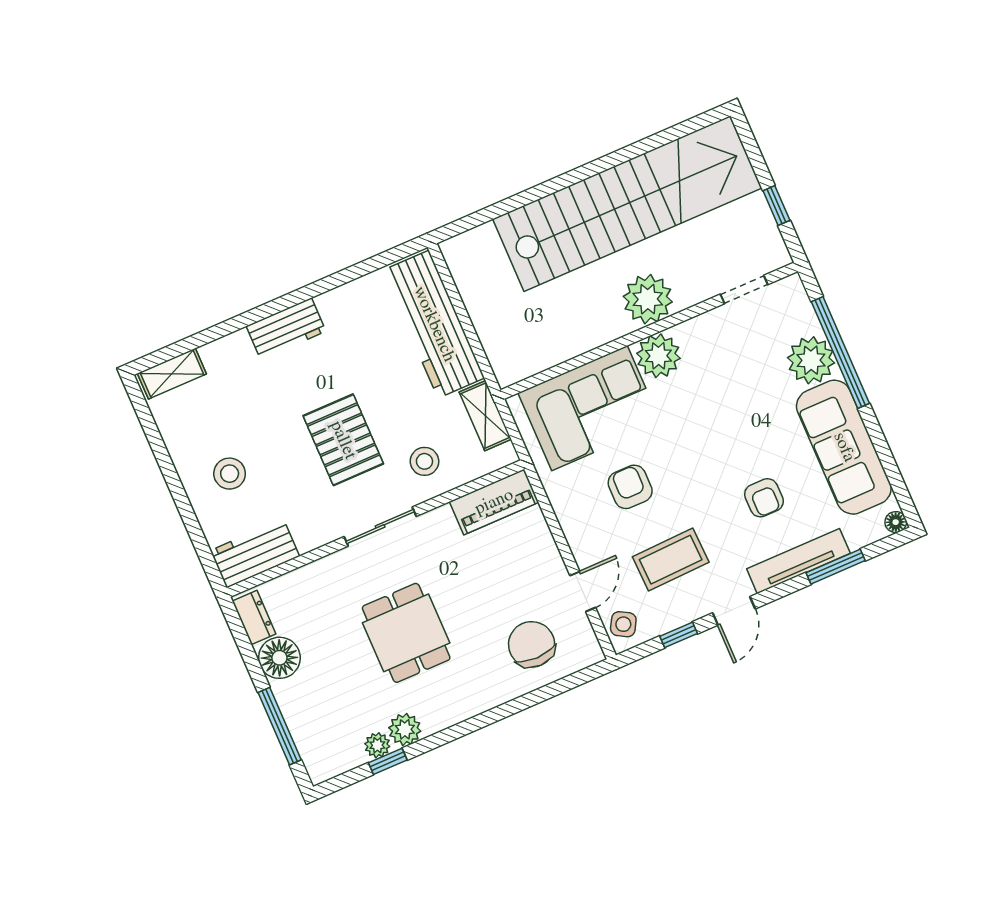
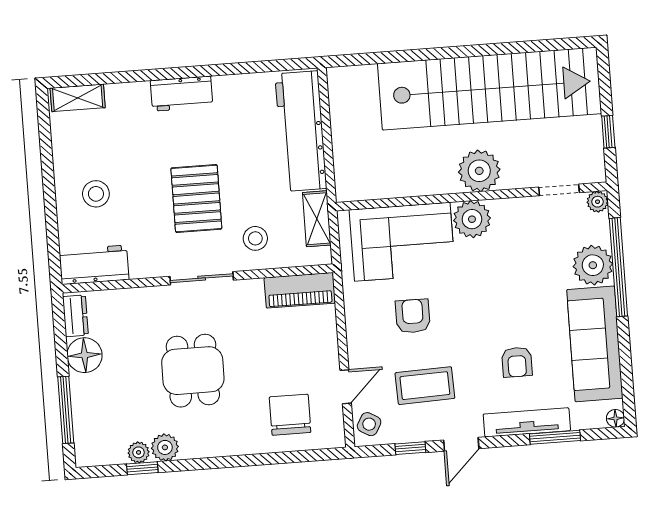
plant: (792, 288) -> (598, 202), added

